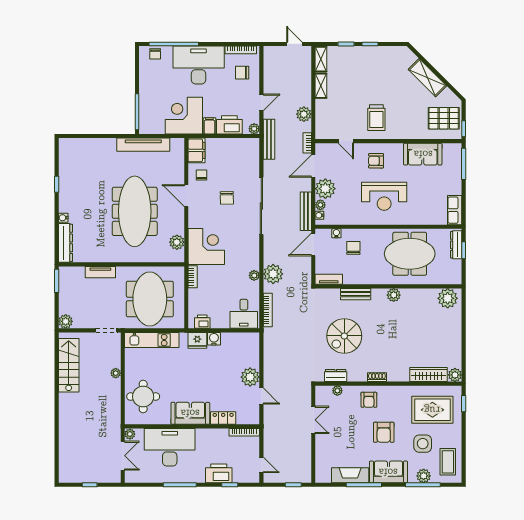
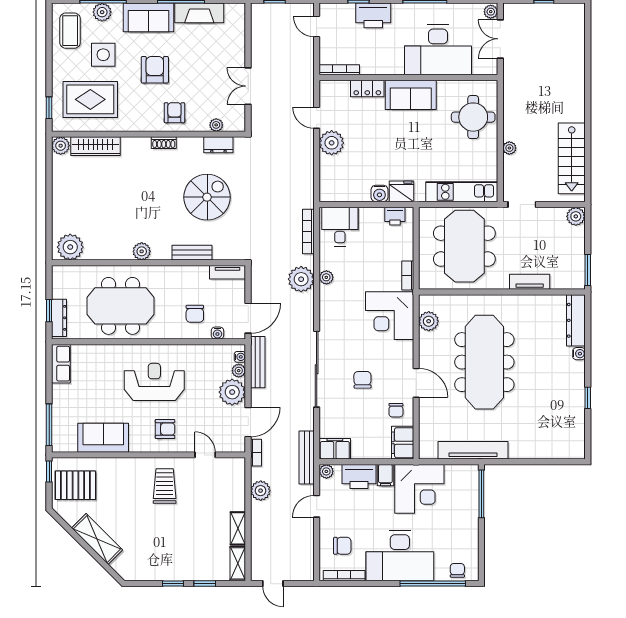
filing cabinet: (248, 146) -> (335, 449), added
plant: (130, 434) -> (491, 12), moved

